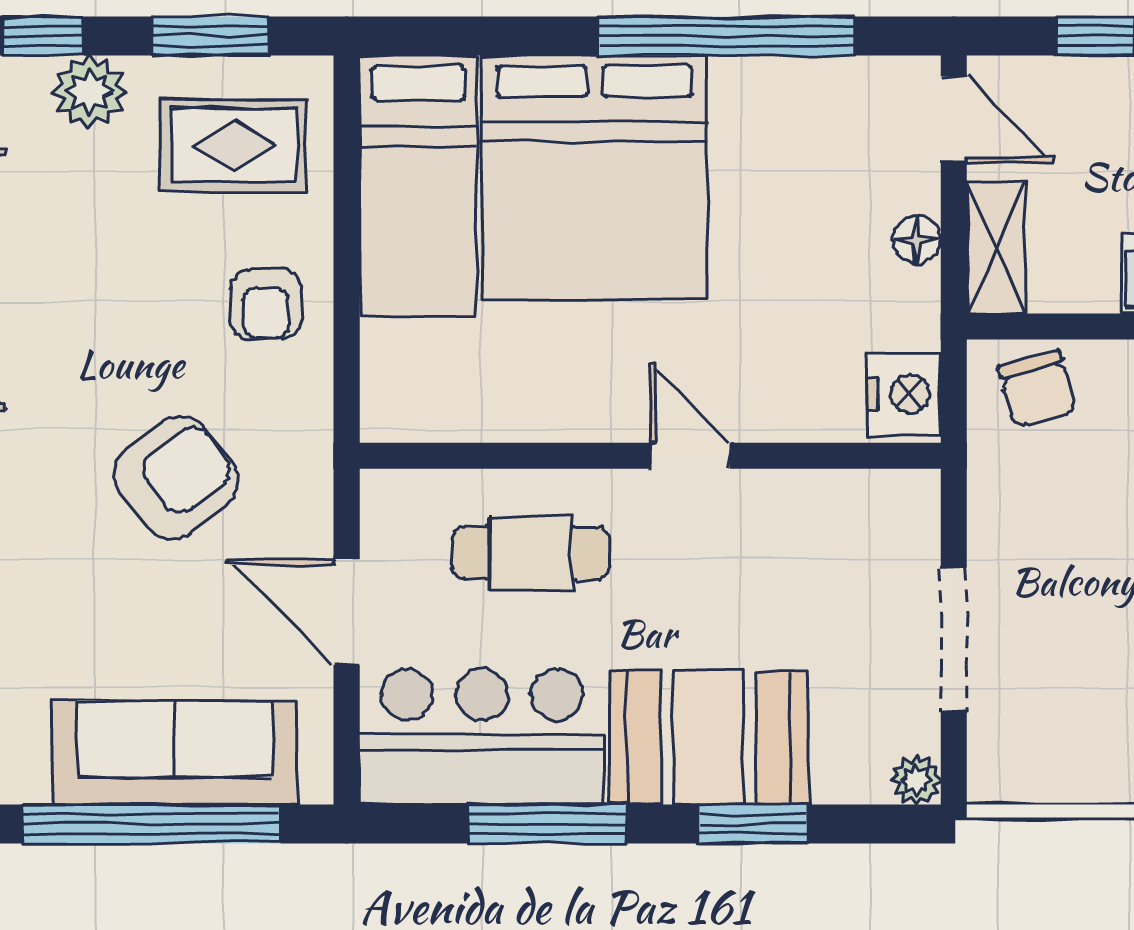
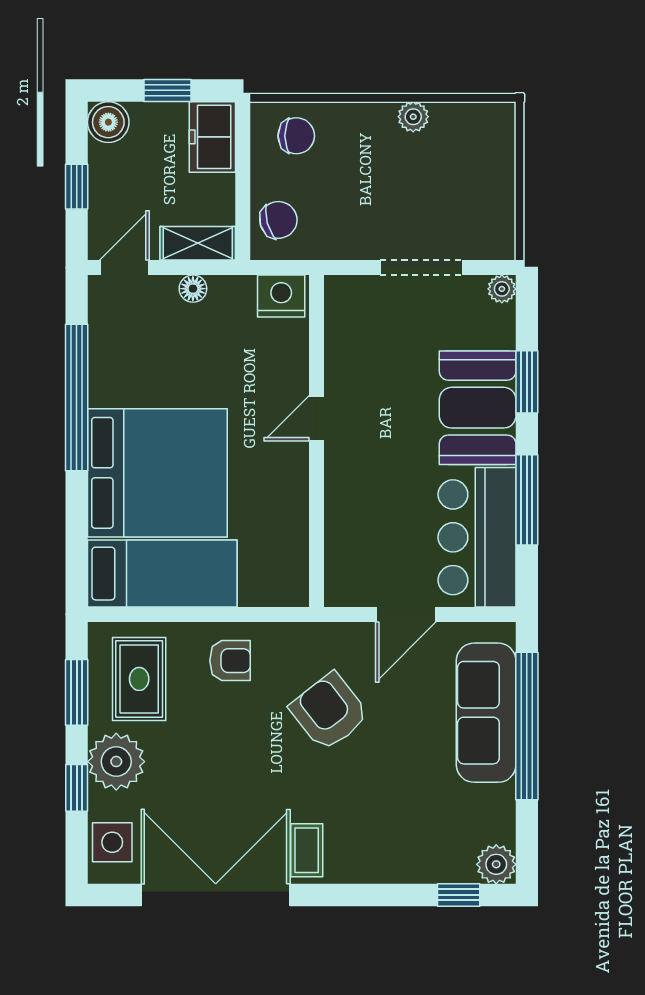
plant: (89, 92) -> (116, 762), width x1.36, depth x1.36
cafe table: (531, 553) -> (372, 509), removed

